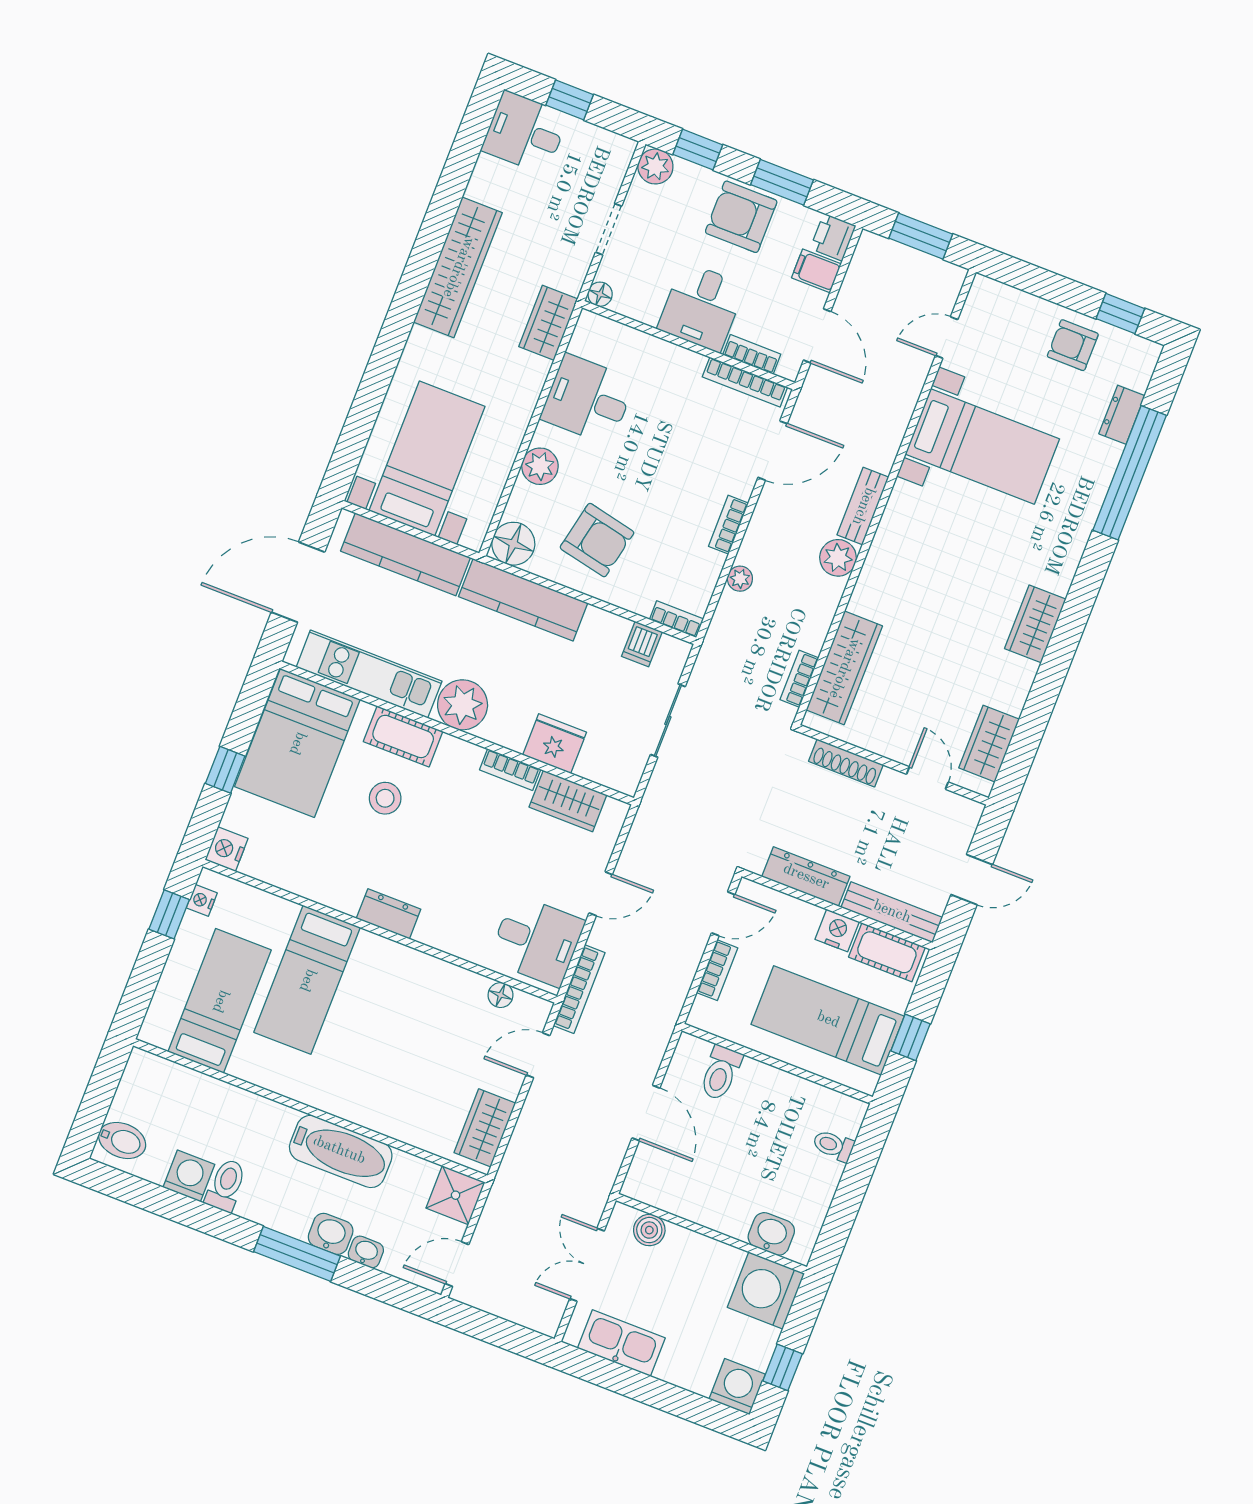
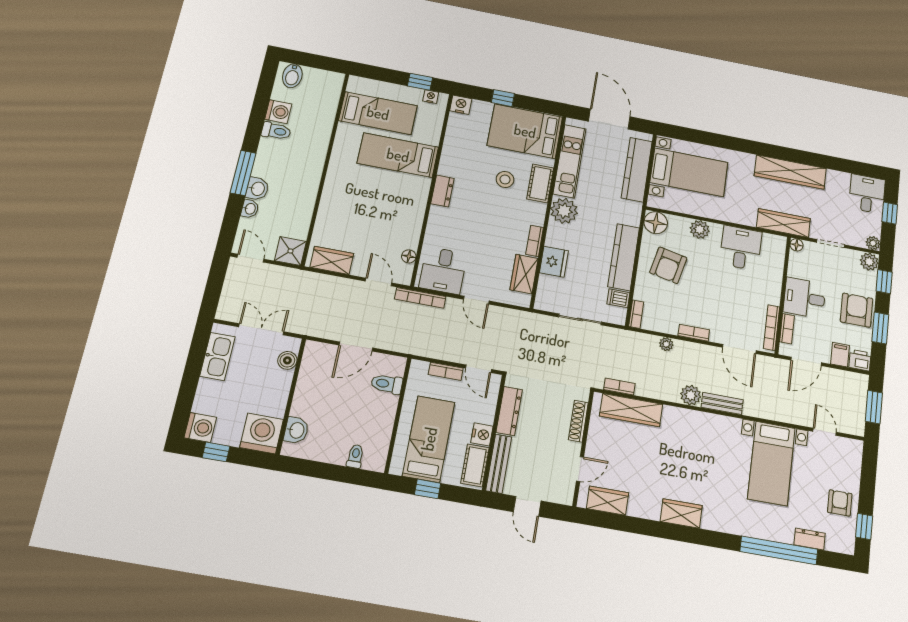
plant: (622, 149) -> (873, 243), added
wardrobe: (548, 323) -> (783, 223), width x1.50
kitchen counter: (523, 600) -> (624, 257), moved
bathtub: (341, 1151) -> (305, 187), removed

